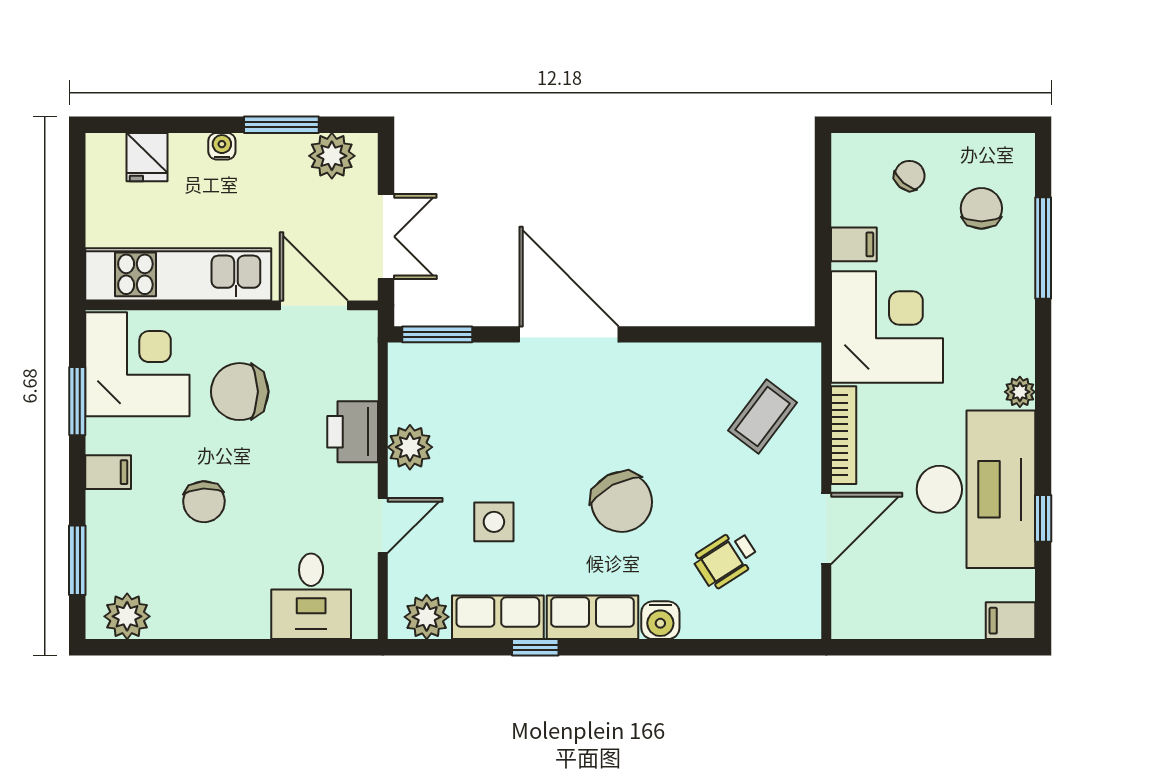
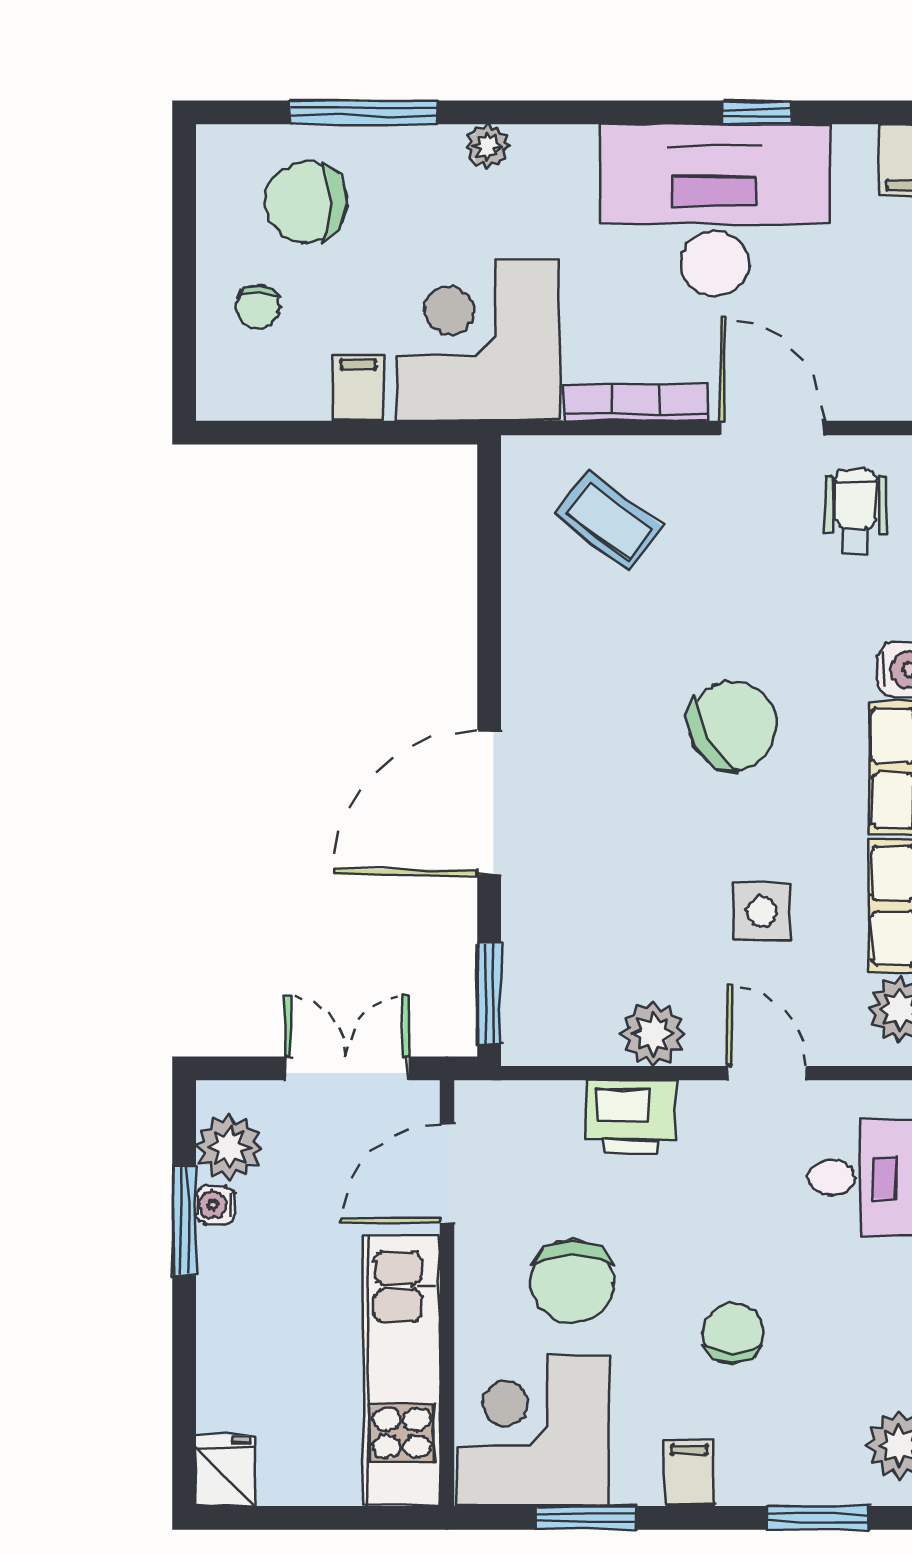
water cooler: (222, 146) -> (215, 1205), moved
fridge: (147, 157) -> (226, 1471), moved, turned -90
chair: (910, 176) -> (258, 307), turned -130
chair: (981, 208) -> (306, 202), width x1.37, depth x1.37
plant: (1020, 392) -> (487, 146), moved
chair: (204, 502) -> (733, 1333), turned -87
wheelchair: (726, 559) -> (856, 512), moved, turned -147

